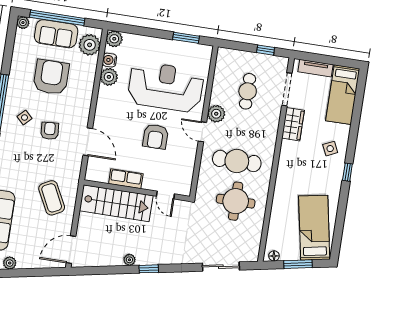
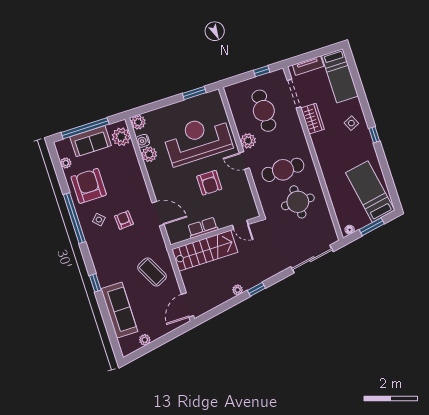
plant: (23, 23) -> (66, 163), moved
armchair: (51, 77) -> (89, 186), moved
cafe table: (248, 91) -> (264, 111), width x1.37, depth x1.35
sliding door: (221, 267) -> (312, 259), width x1.37

